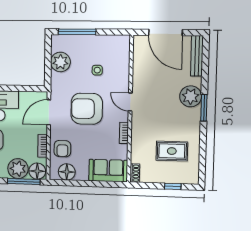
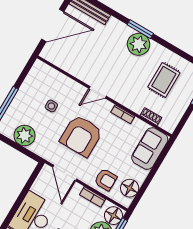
plant: (191, 96) -> (139, 44), moved
shoe rack: (135, 173) -> (151, 117), moved

